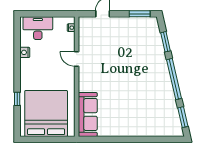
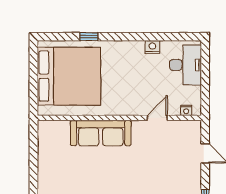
door: (77, 59) -> (157, 118), moved
sofa: (88, 114) -> (101, 133), moved

